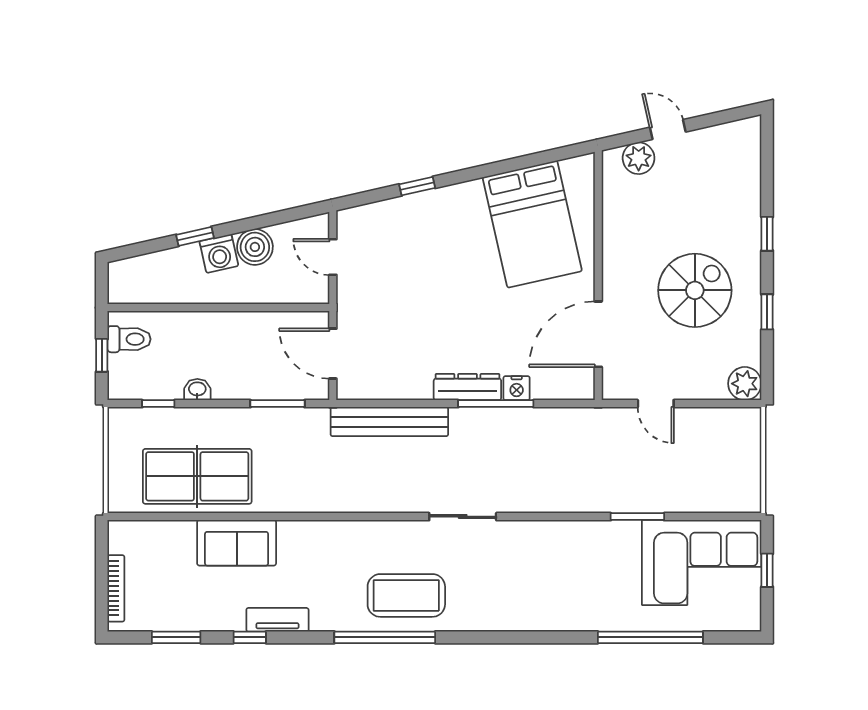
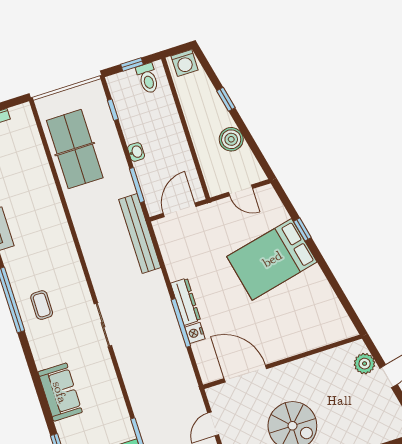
bed: (532, 224) -> (272, 259), moved
washing machine: (219, 254) -> (185, 63), moved, turned -77
door: (333, 257) -> (241, 190), swing flipped
washbasin: (197, 390) -> (136, 152), moved
bench: (389, 422) -> (140, 233), moved
sofa: (237, 543) -> (60, 392), moved, turned 180
coffee table: (406, 595) -> (42, 305), width x0.54, depth x0.58

